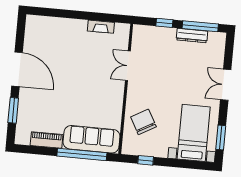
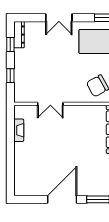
window: (200, 26) -> (10, 44), width x0.46
dresser: (192, 36) -> (19, 35), moved

